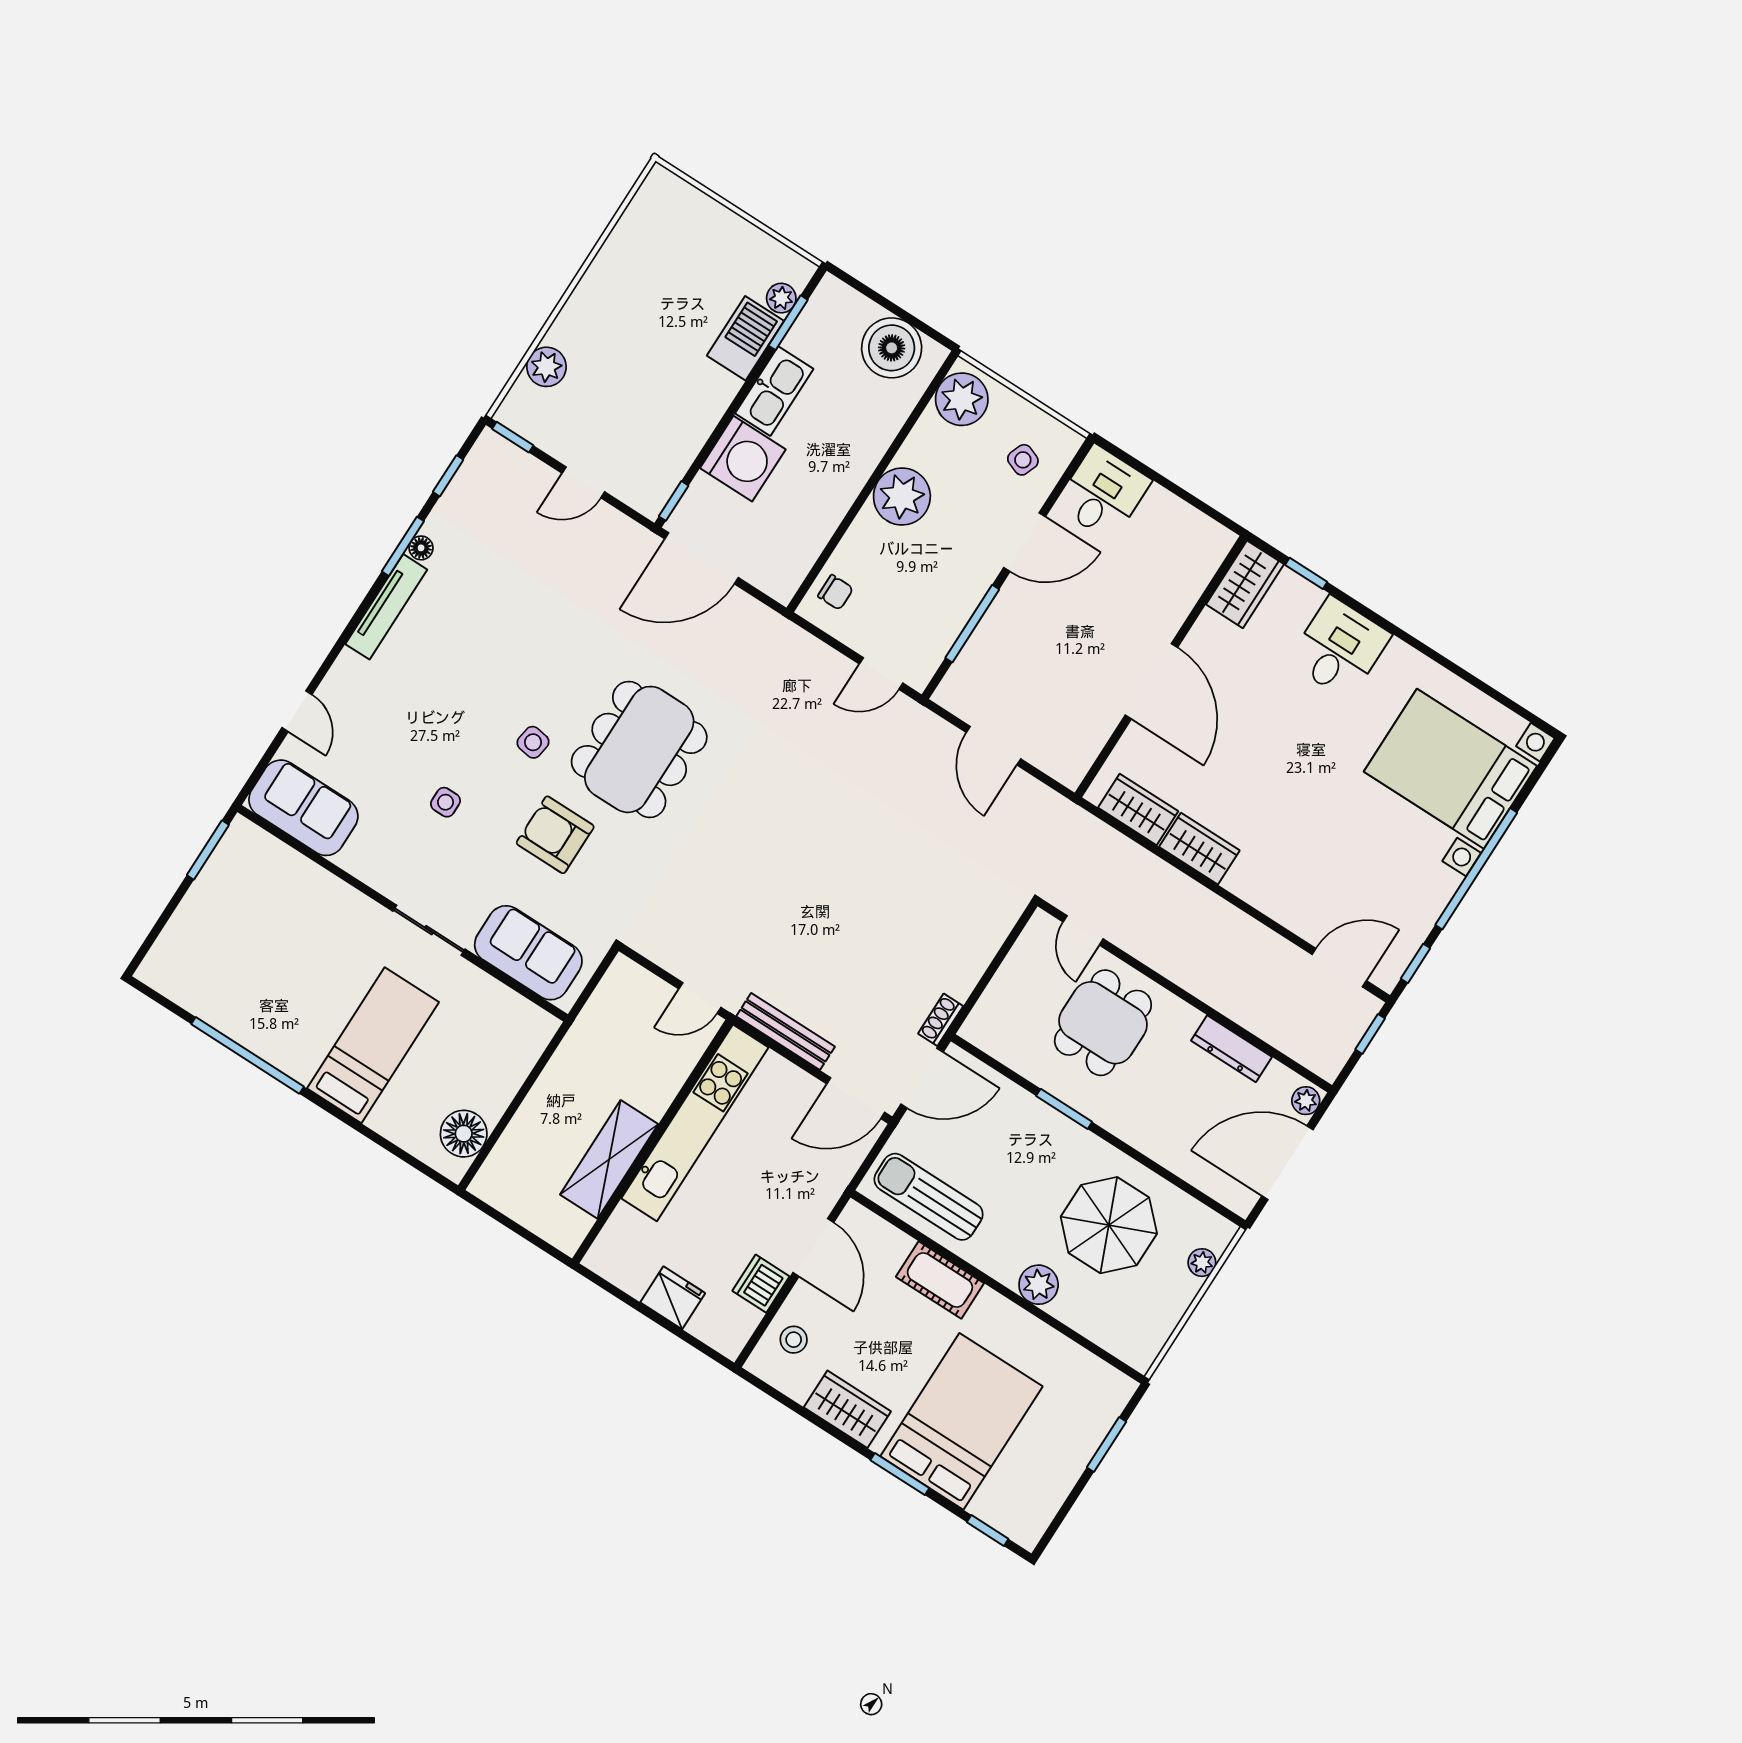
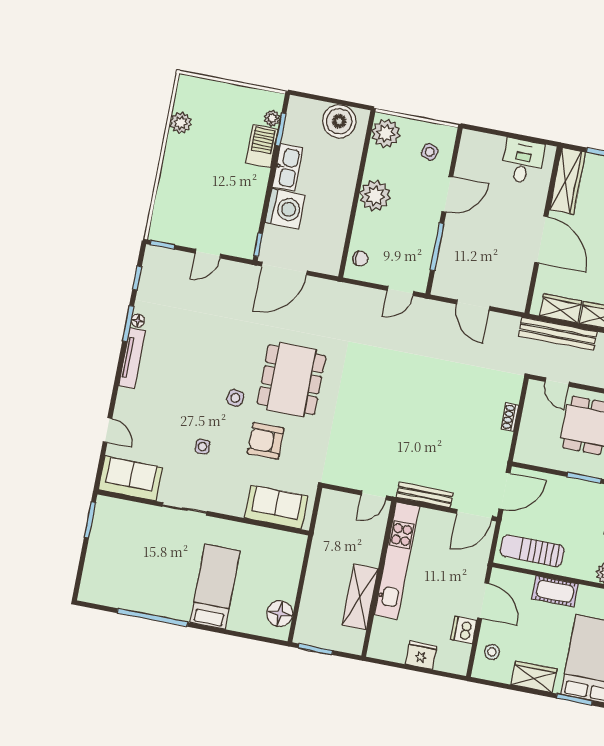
plant: (546, 367) -> (181, 123), moved
desk: (1103, 493) -> (523, 161), moved
wardrobe: (1245, 584) -> (568, 181), width x1.50
bench: (1116, 850) -> (558, 334), added
sliding door: (429, 930) -> (185, 509), moved
shoe rack: (941, 1020) -> (510, 417), moved
window: (499, 1217) -> (315, 649), added

